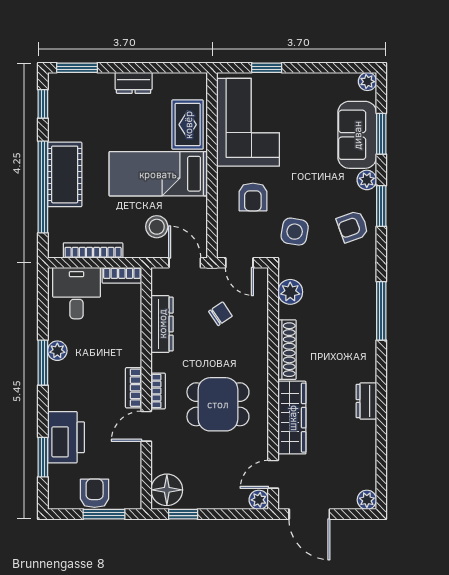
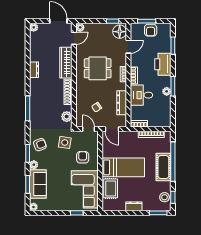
stool: (157, 227) -> (165, 197), moved
desk: (77, 293) -> (141, 95), moved, turned 90
door: (146, 426) -> (128, 47), moved
printer: (66, 437) -> (163, 64), moved

